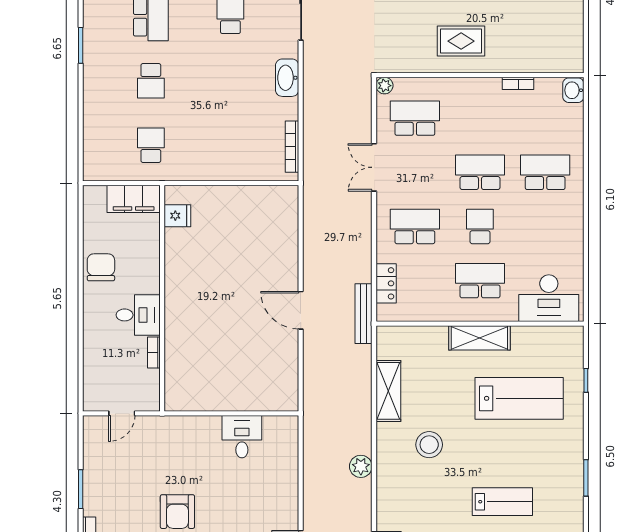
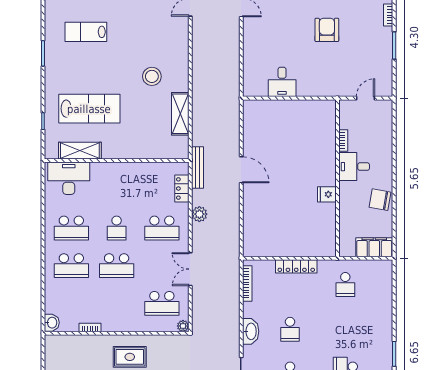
school desk: (151, 81) -> (290, 329), moved, turned 180
double door: (374, 167) -> (190, 269), swing flipped
locker: (221, 171) -> (296, 266), added
filing cabinet: (134, 199) -> (374, 247), moved
fridge: (177, 216) -> (327, 194), moved
chair: (101, 267) -> (380, 200), turned 100
school desk: (480, 281) -> (71, 228), moved
shelving: (479, 338) -> (80, 151), moved
lab bench: (519, 398) -> (89, 109), turned 180
plant: (361, 466) -> (199, 214), moved
lab bench: (502, 502) -> (86, 32), moved

